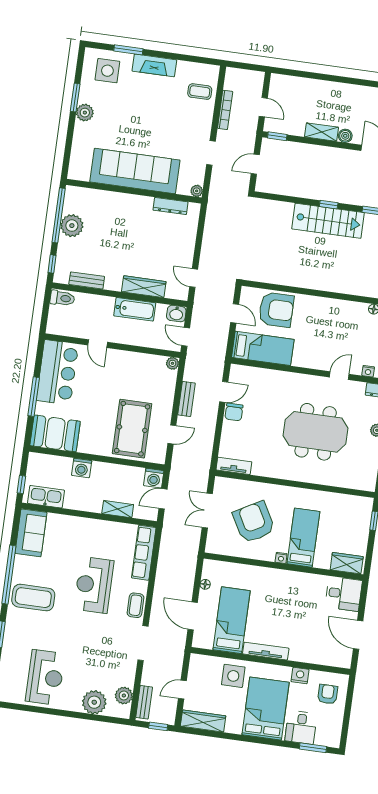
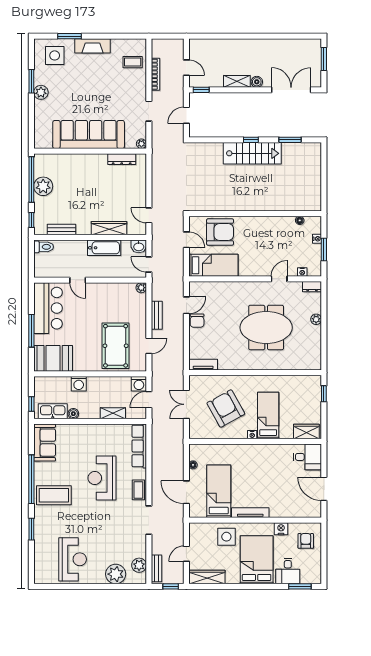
boiler: (70, 503) -> (73, 414), added

